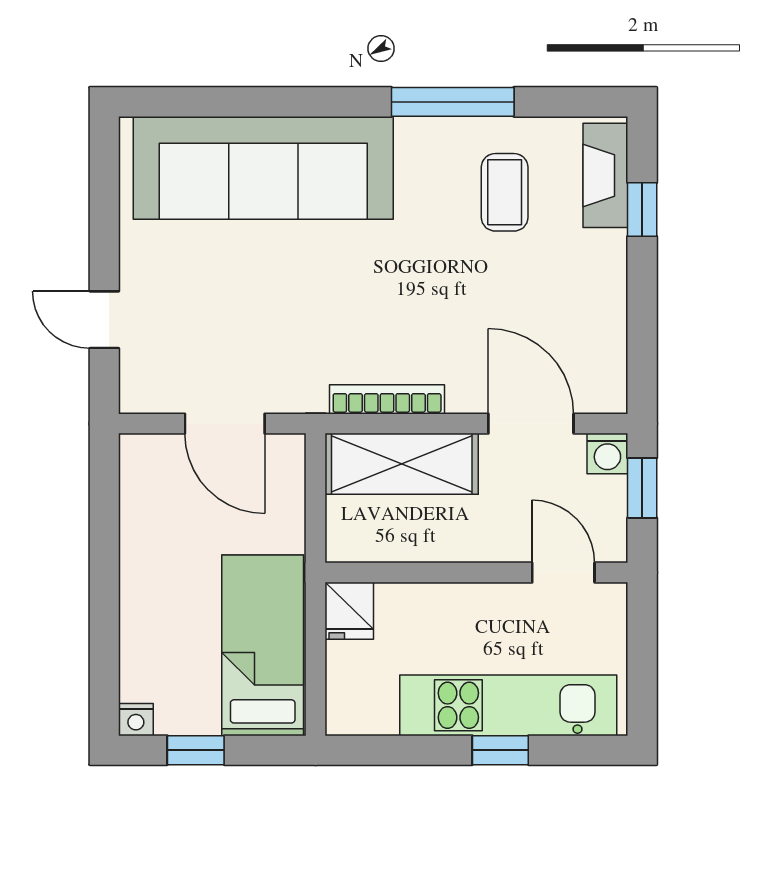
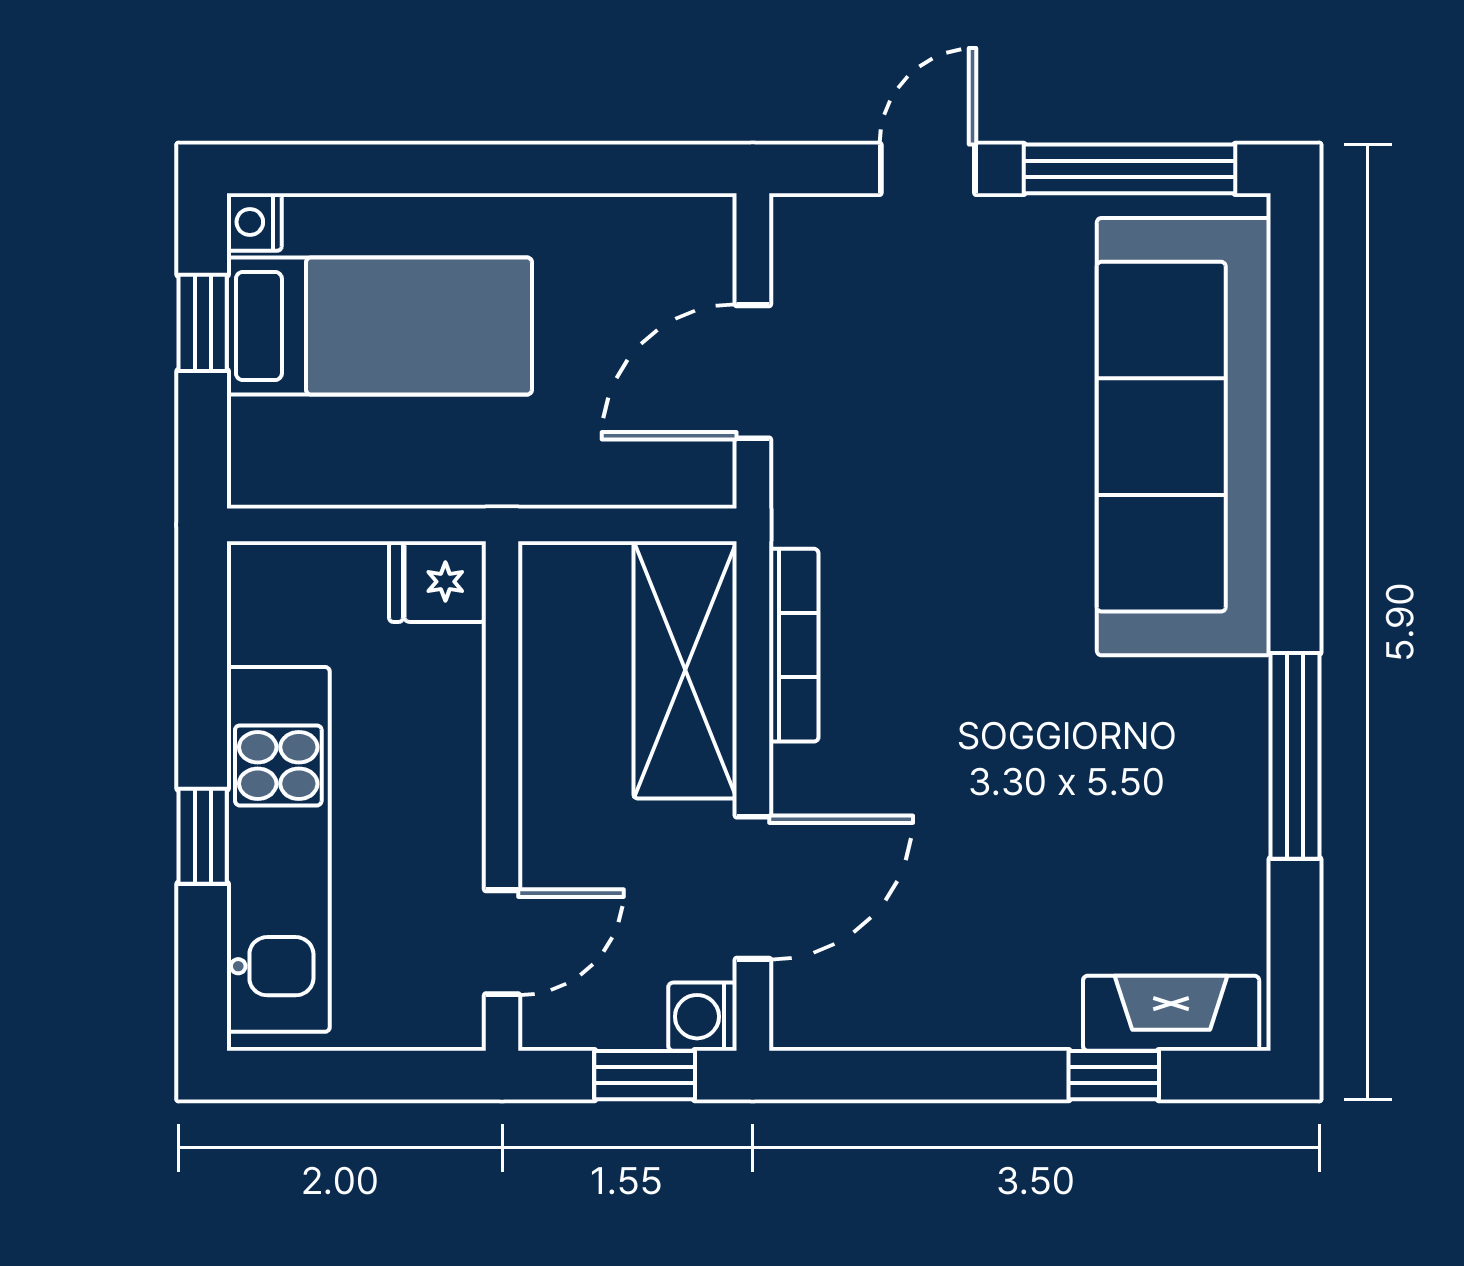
coffee table: (505, 192) -> (1143, 843), removed
window: (104, 200) -> (1129, 169), added
bed: (263, 645) -> (379, 326), moved

